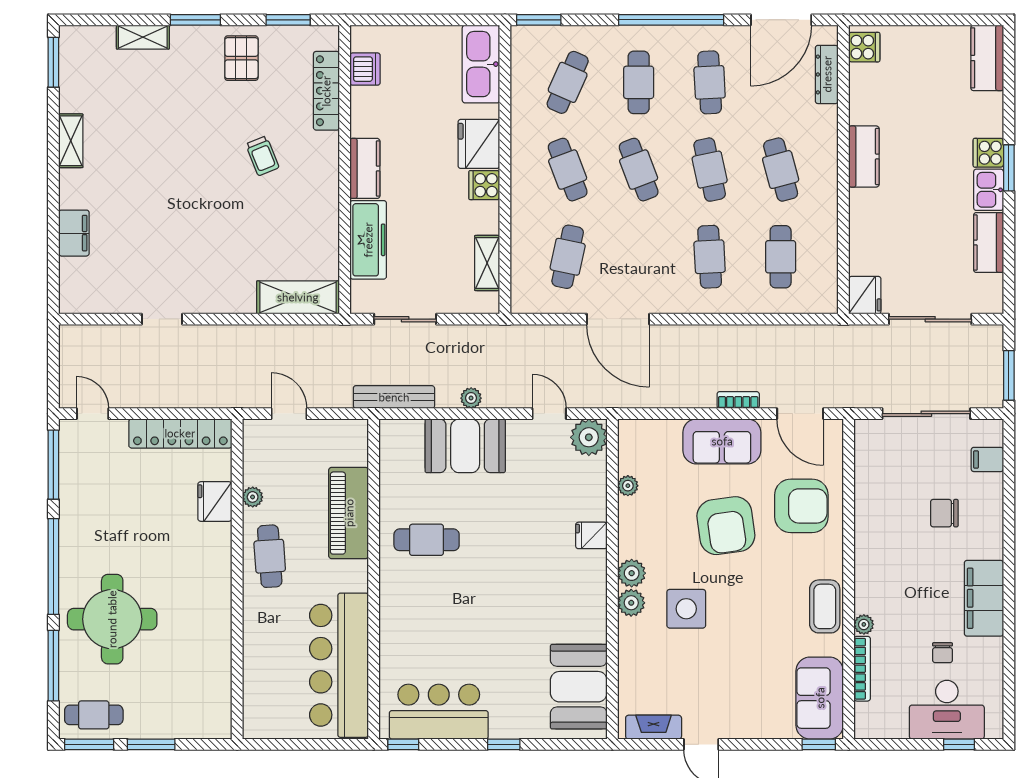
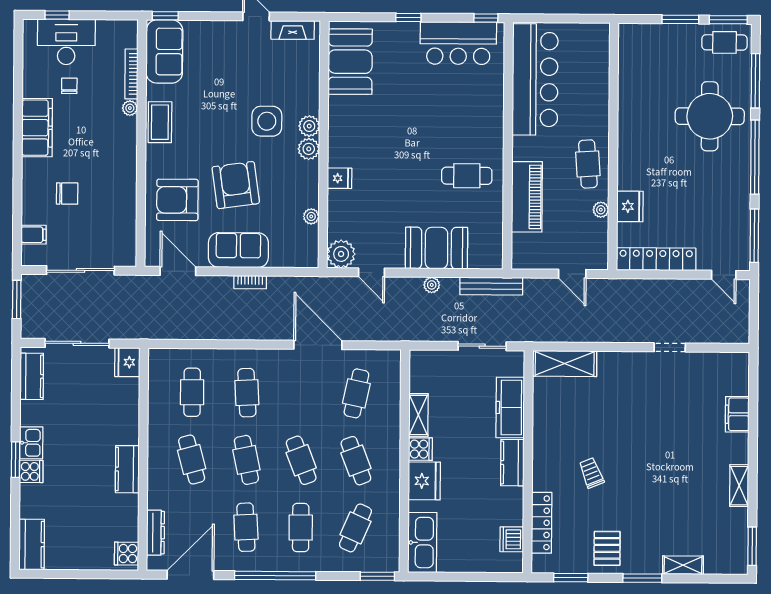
kitchen counter: (989, 242) -> (32, 376), moved
shelving: (487, 263) -> (418, 415), moved
bookcase: (738, 400) -> (250, 282), moved

